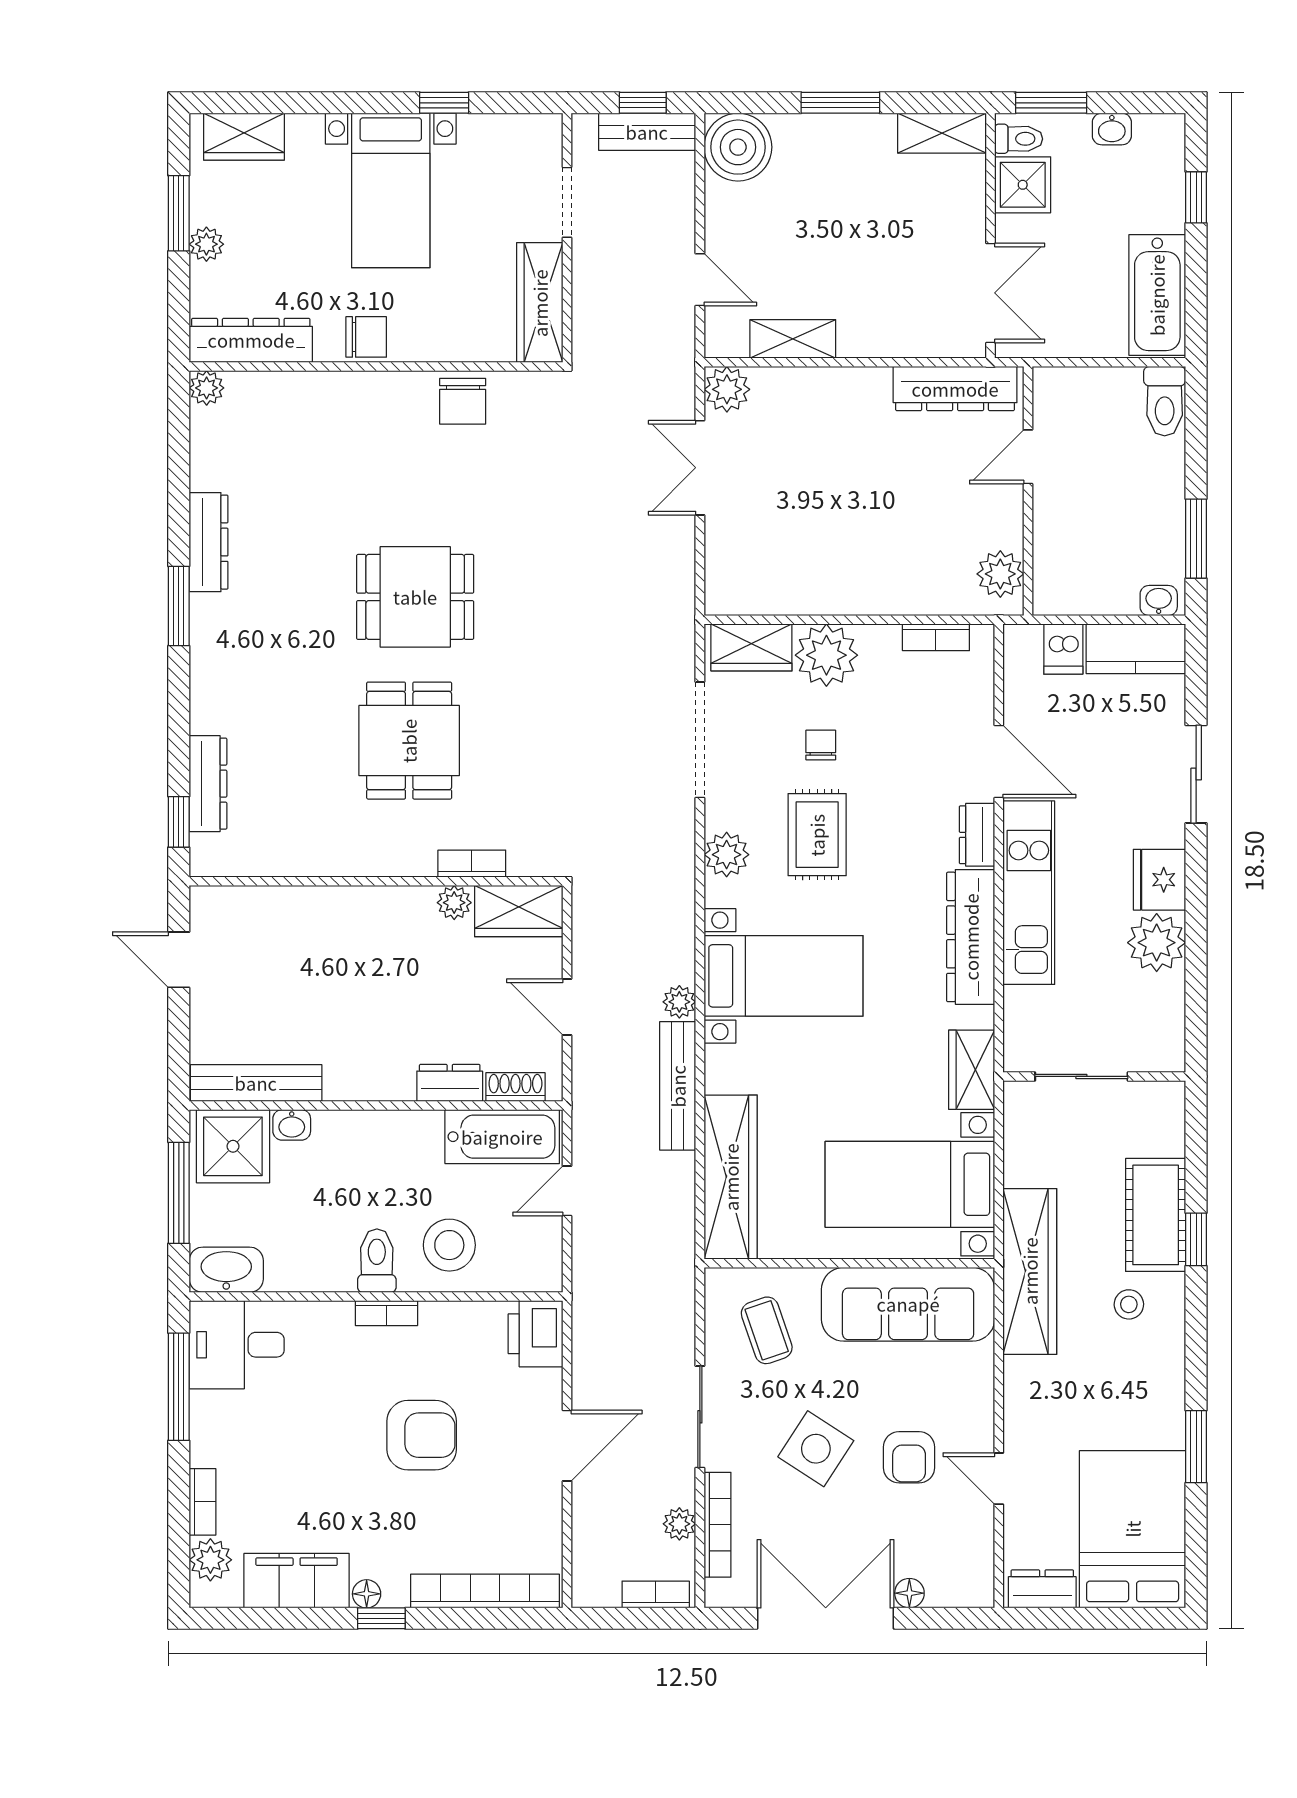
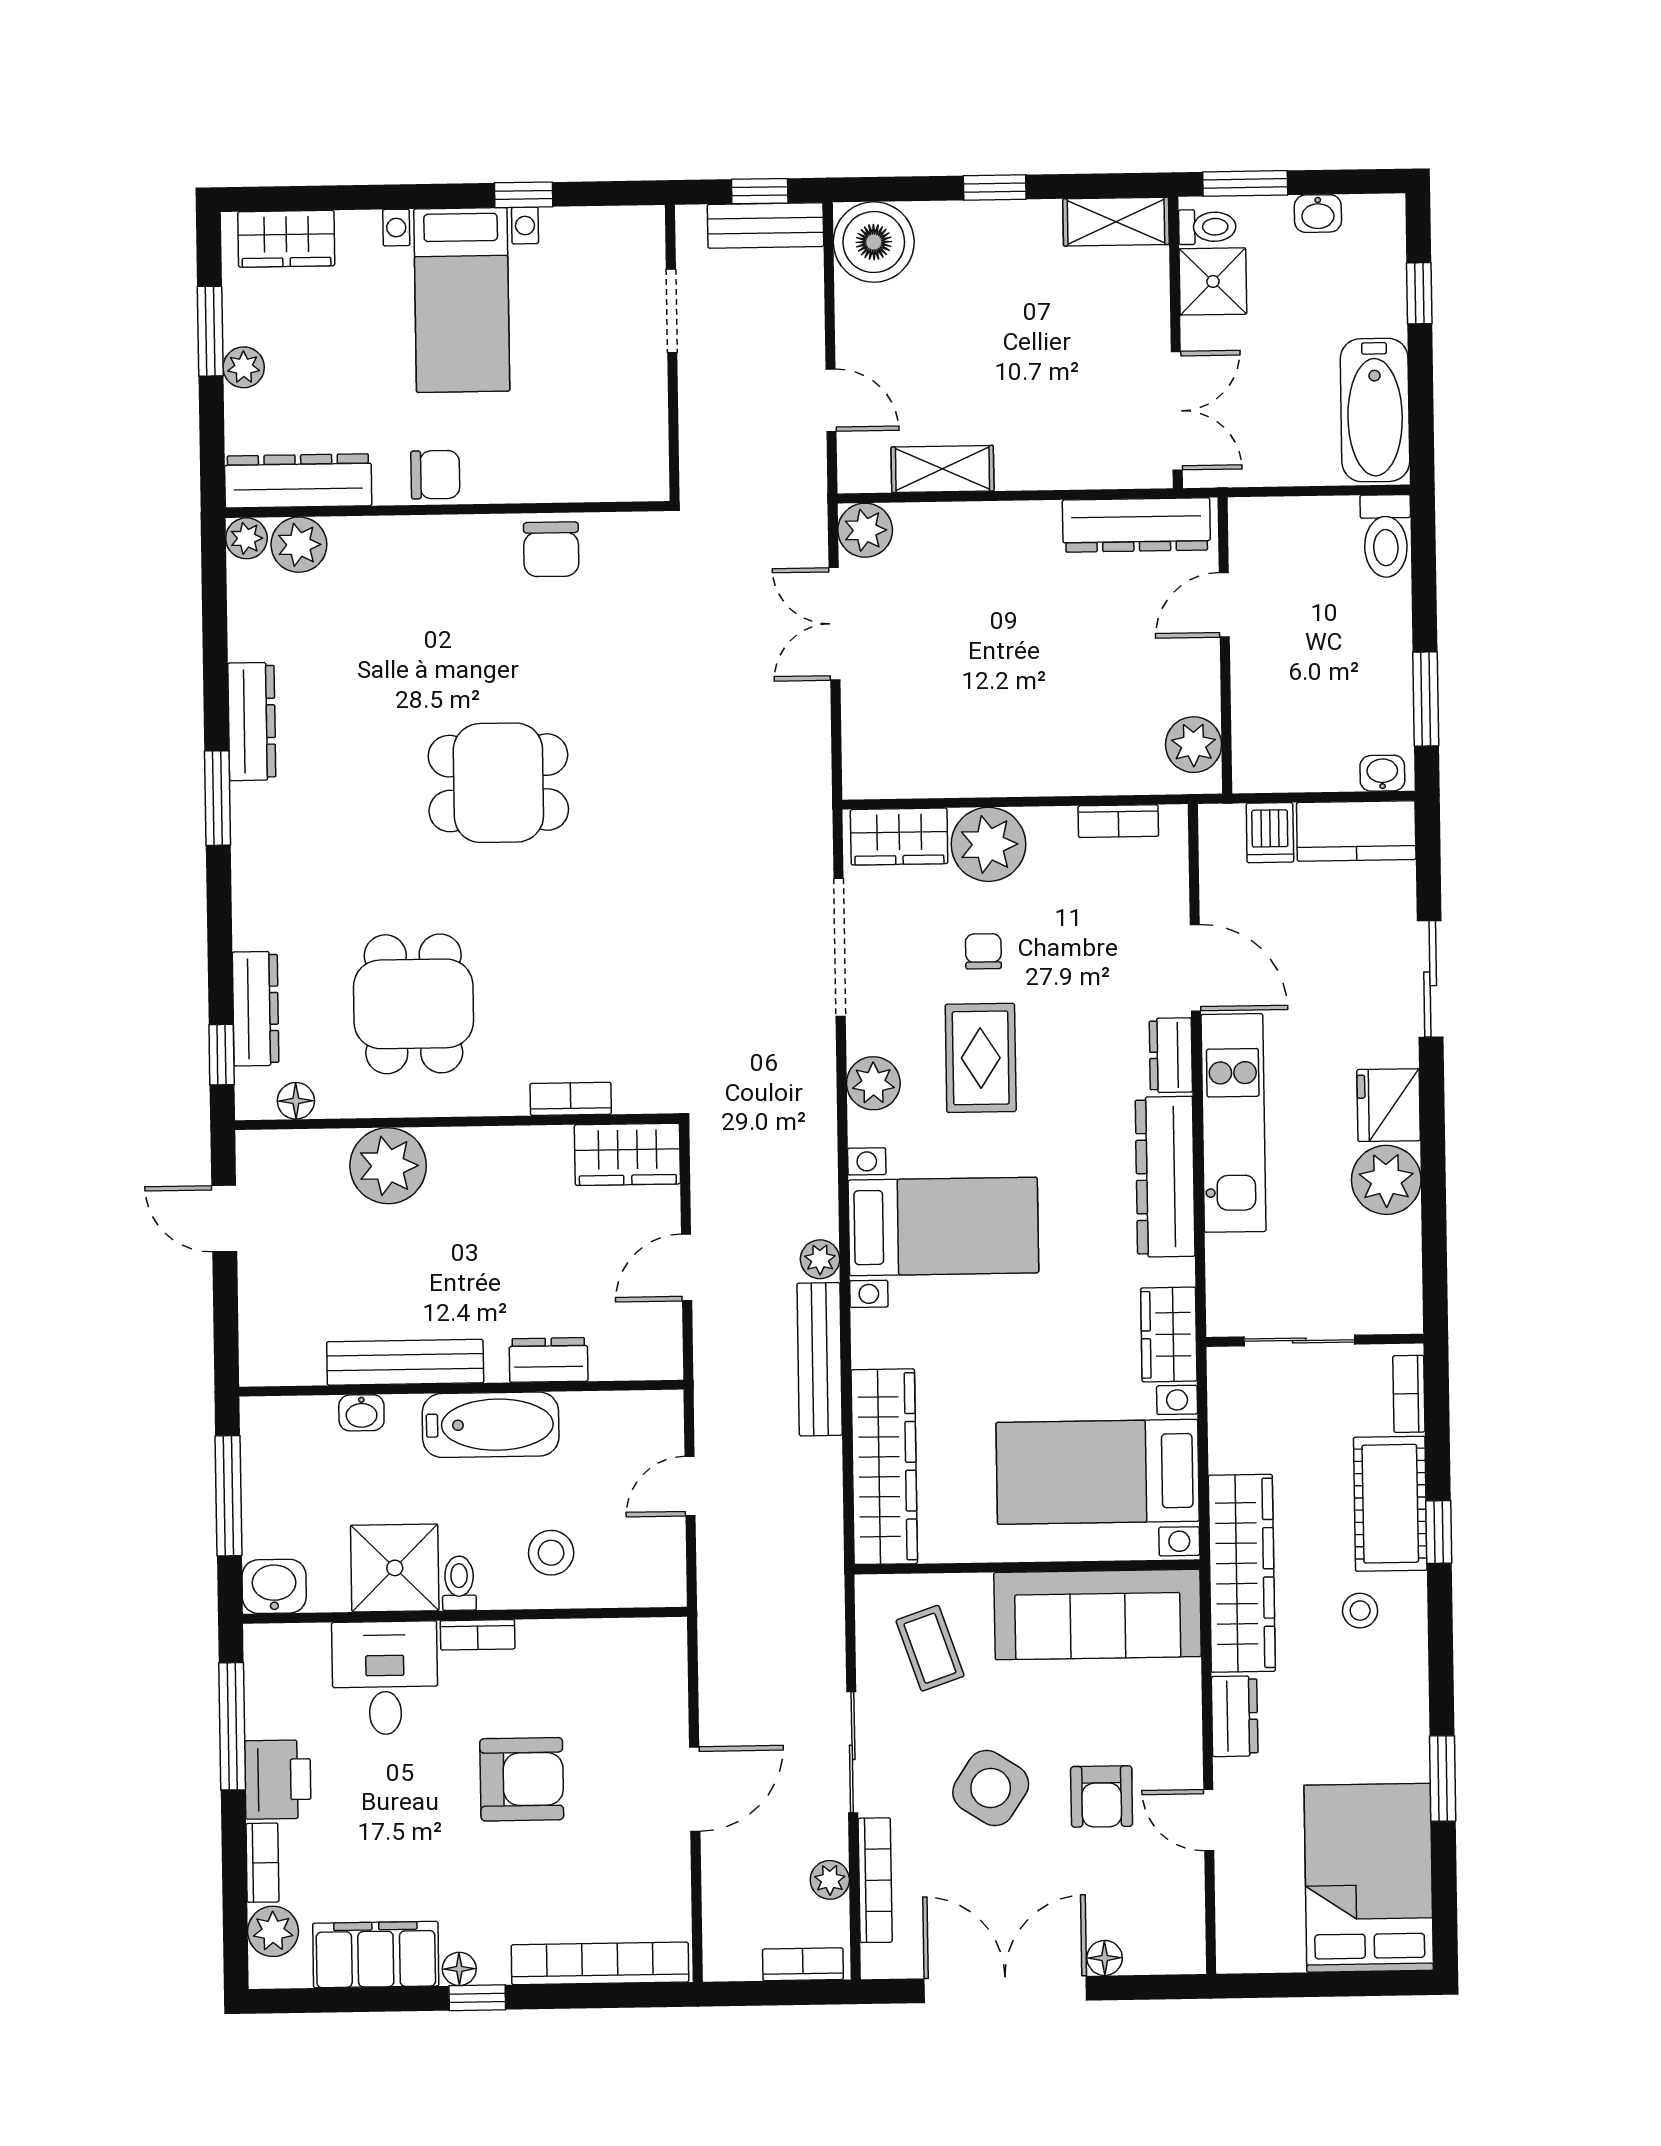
window: (840, 103) -> (995, 187), width x0.67
wardrobe: (540, 303) -> (641, 430), removed
plant: (251, 394) -> (299, 545), added
dining table: (409, 741) -> (413, 1004), moved
floor lamp: (241, 862) -> (296, 1101), added
plant: (454, 903) -> (388, 1166), moved, width x1.88, depth x1.88
door: (567, 1007) -> (687, 1267), hinge flipped
bench: (256, 1083) -> (405, 1362), moved
shoe rack: (515, 1087) -> (627, 1364), removed
bookcase: (1173, 1123) -> (1409, 1394), added
bathtub: (502, 1137) -> (491, 1425), moved
shower: (233, 1146) -> (395, 1568), moved
stool: (449, 1245) -> (551, 1553), width x0.73, depth x0.73
toilet: (377, 1261) -> (459, 1583), width x0.73, depth x0.72
washbasin: (226, 1270) -> (274, 1586), width x0.72
printer: (536, 1334) -> (278, 1780), moved, turned 180
desk: (237, 1345) -> (385, 1678), moved, turned 90
dresser: (1042, 1589) -> (1235, 1716), moved, turned 90

